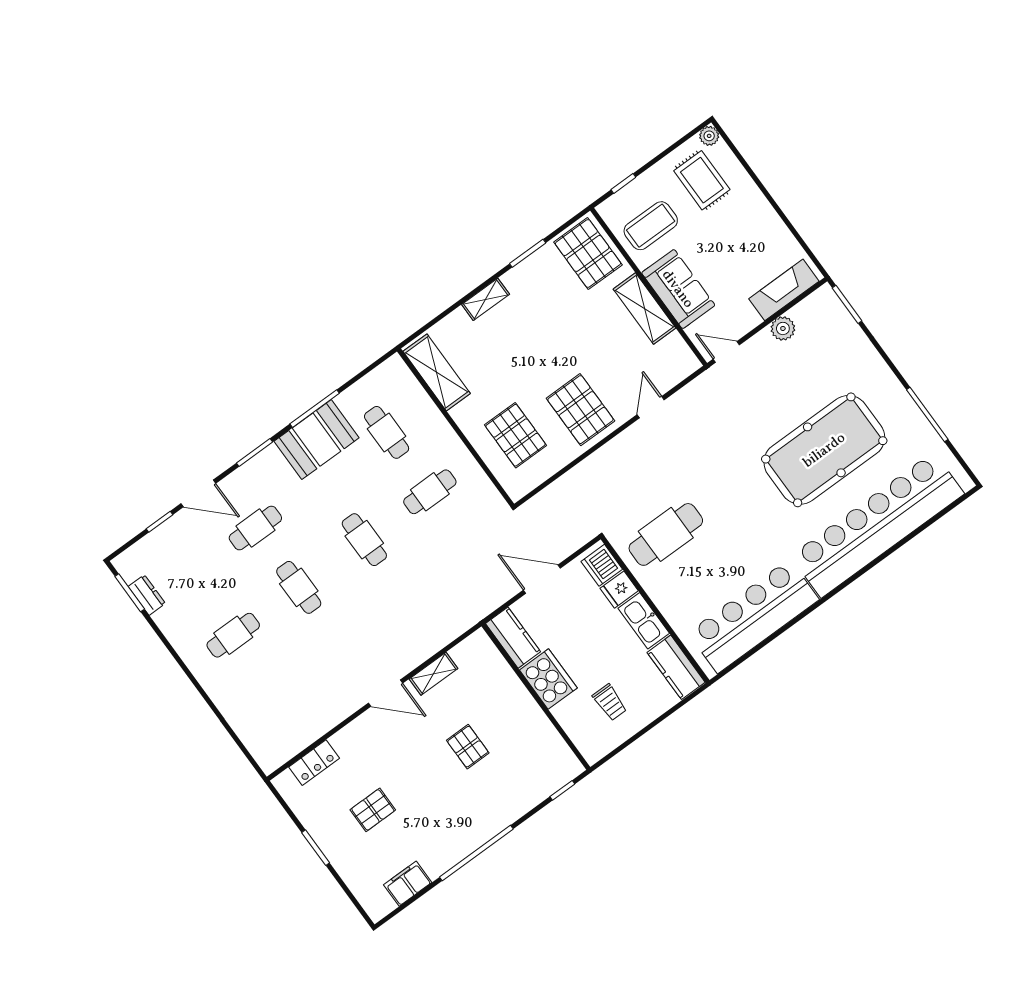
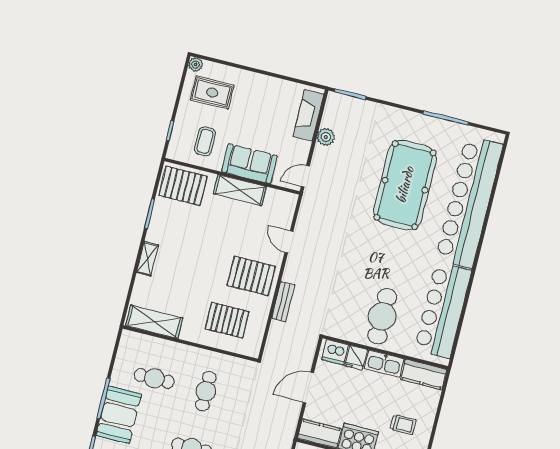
coffee table: (651, 226) -> (205, 141), width x0.73, depth x0.77
bench: (592, 465) -> (283, 302), added
cafe table: (666, 534) -> (382, 316), moved

